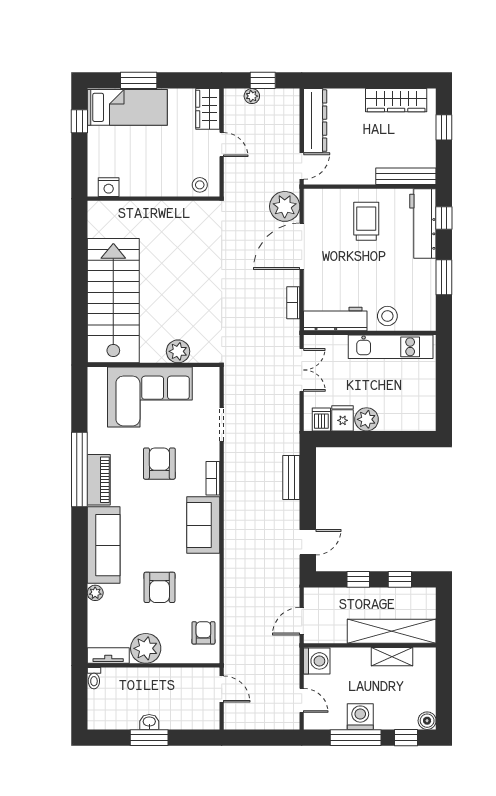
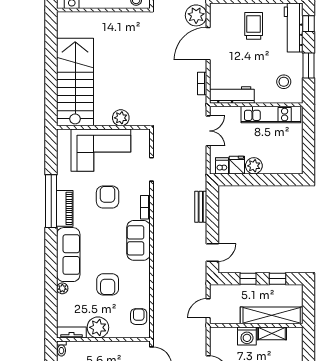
stool: (387, 316) -> (284, 82), moved
washing machine: (317, 661) -> (247, 336), moved, turned 90

